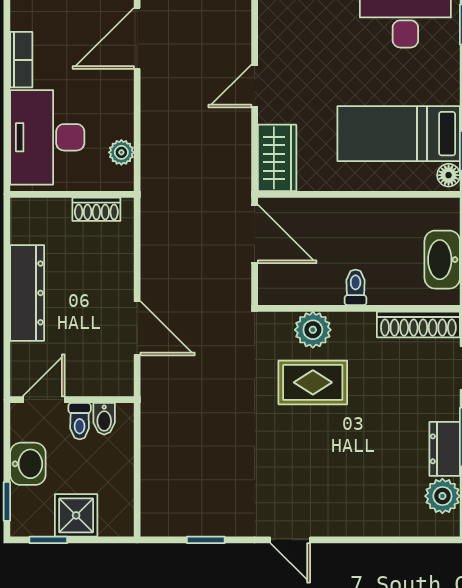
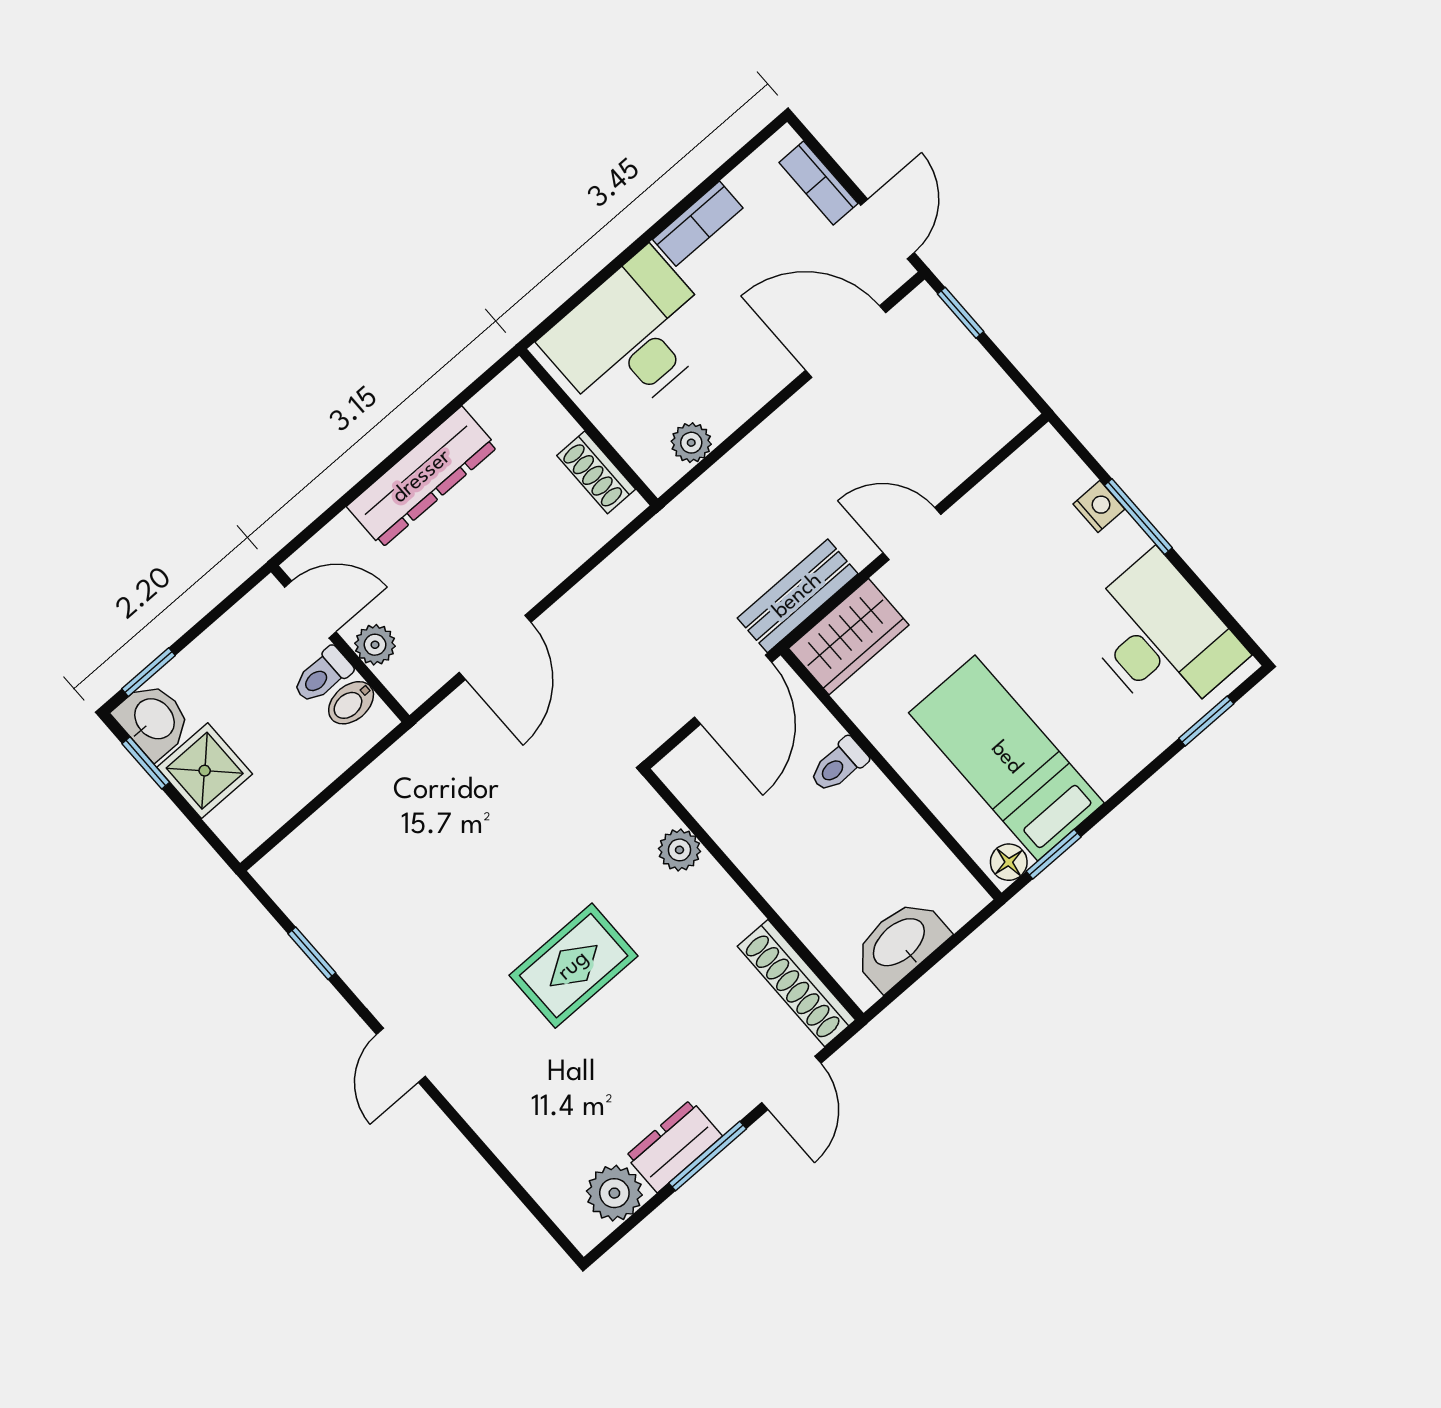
bench: (237, 165) -> (798, 596), added
toilet: (356, 287) -> (839, 765), moved, turned 180
plant: (313, 330) -> (679, 850), width x0.73, depth x0.73
rug: (313, 382) -> (574, 966), moved, turned 90
plant: (87, 384) -> (375, 645), added
washbasin: (28, 464) -> (153, 720), moved, turned -90

